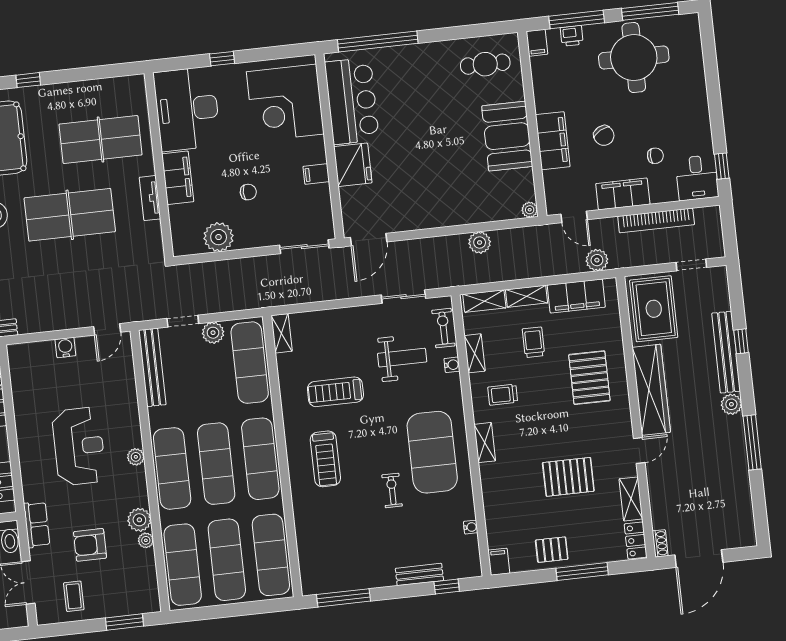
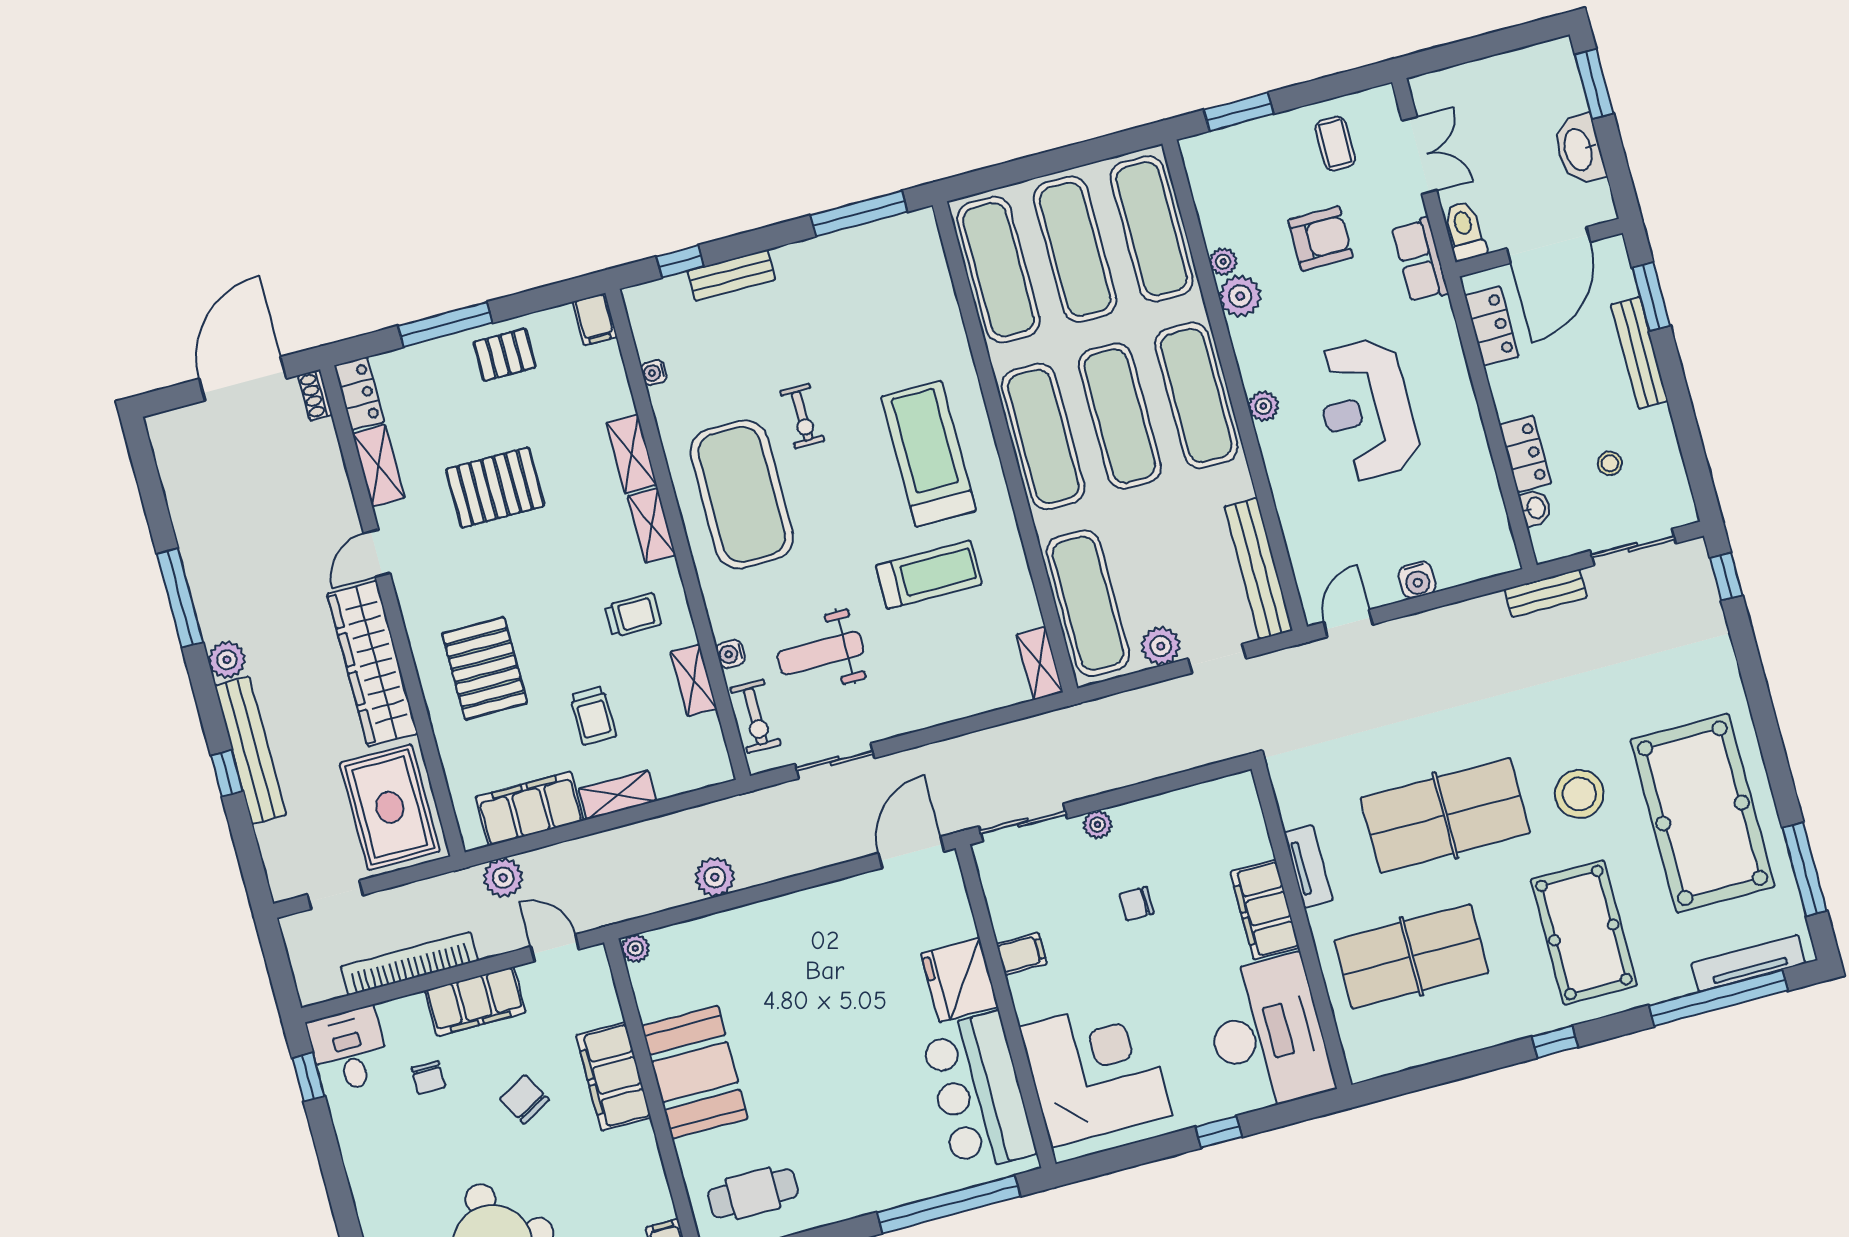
chair: (655, 156) -> (428, 1078), turned -90
plant: (219, 237) -> (1098, 825), moved, width x0.53, depth x0.53
shelving: (484, 301) -> (632, 454), moved, turned 90
treadmill: (325, 459) -> (928, 454), width x1.37, depth x1.38

